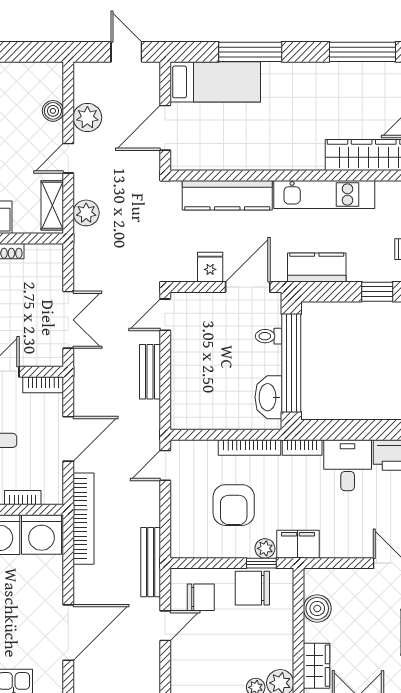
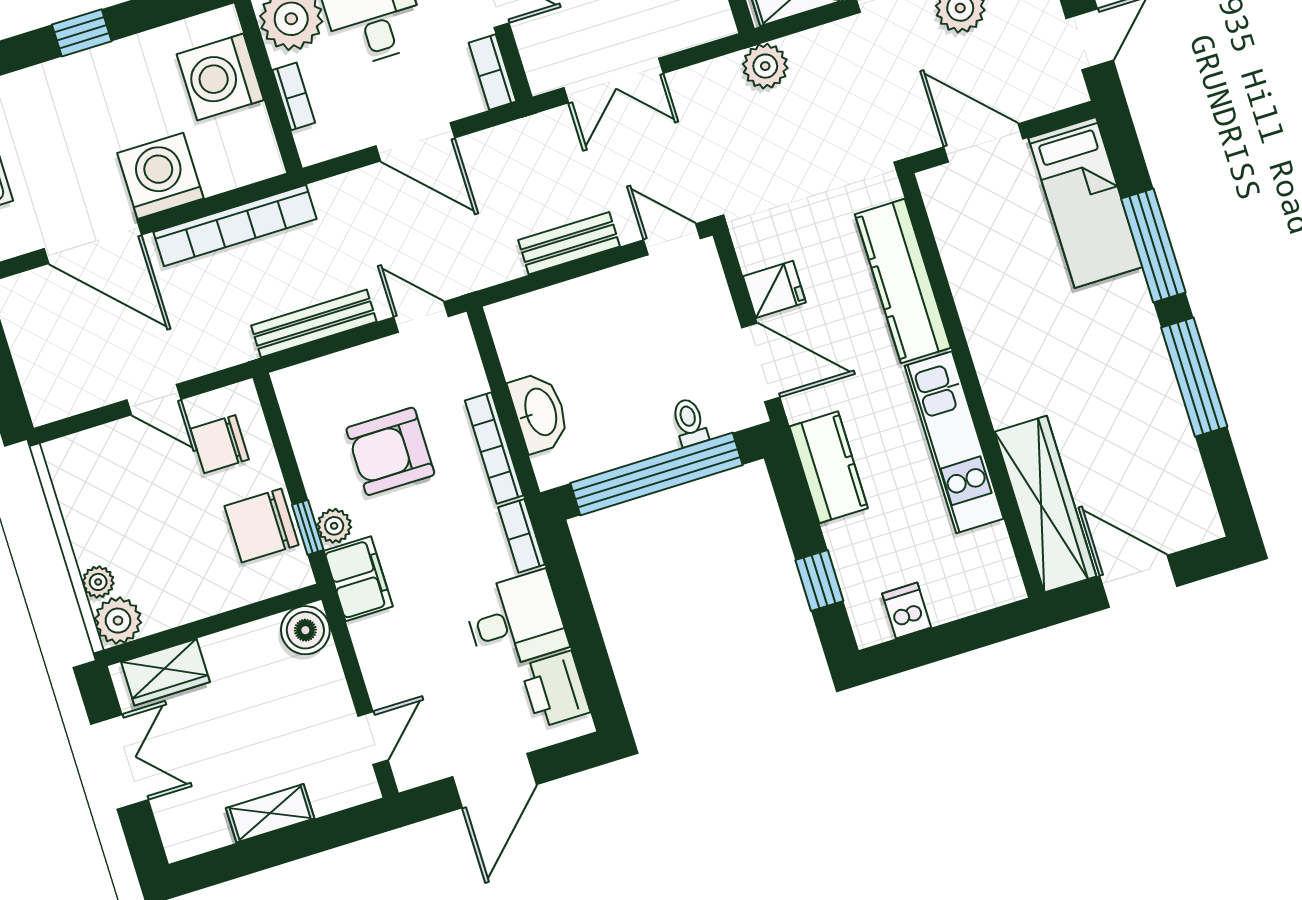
window: (362, 52) -> (1194, 377), moved
plant: (86, 213) -> (765, 66), moved
washbasin: (268, 397) -> (539, 412), moved, turned 90
bookcase: (84, 519) -> (235, 226), moved
washing machine: (42, 535) -> (160, 176), moved, turned 90
bench: (151, 562) -> (314, 324), moved
chair: (252, 588) -> (262, 525), turned -90
chair: (201, 597) -> (220, 444), turned 90
boiler: (317, 608) -> (305, 630), moved

